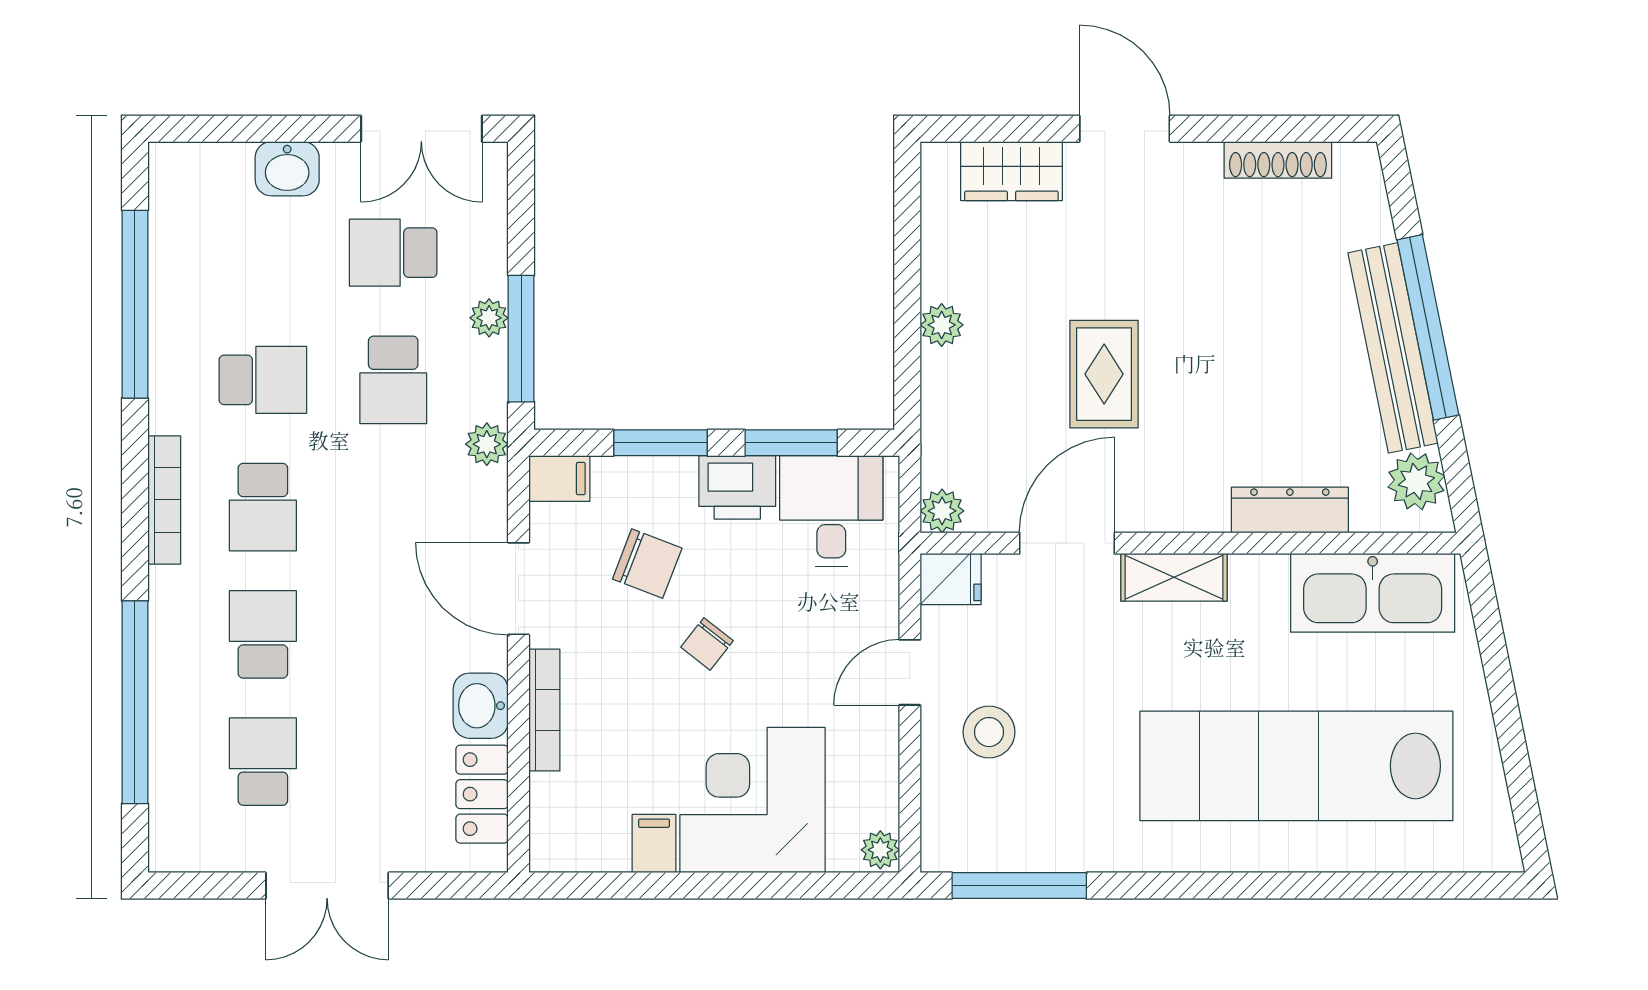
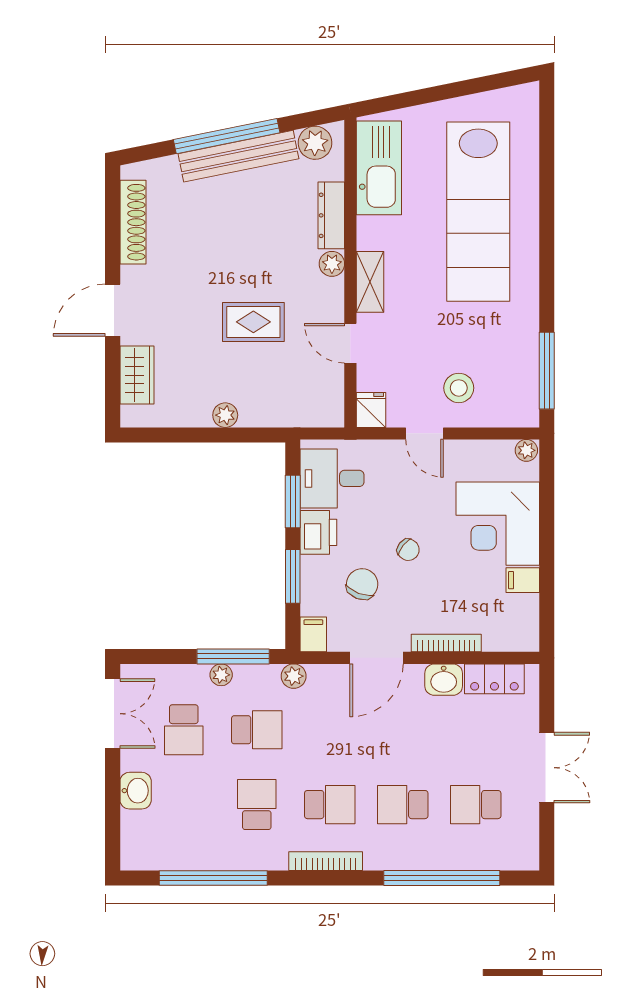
shoe rack: (1278, 160) -> (133, 222), width x1.36, depth x1.24
plant: (942, 511) -> (332, 264), moved
door: (1067, 543) -> (350, 343), width x0.73

